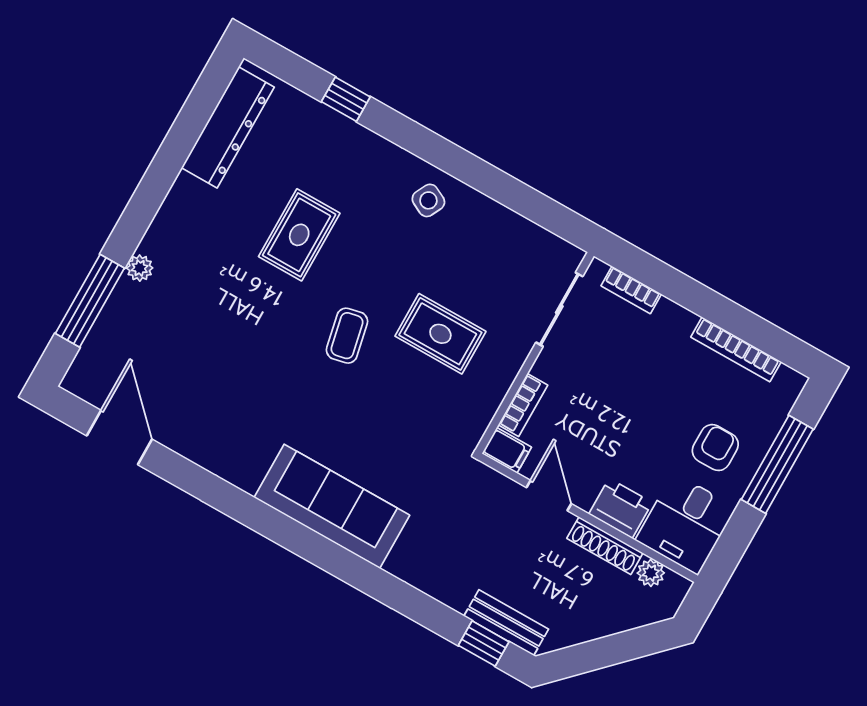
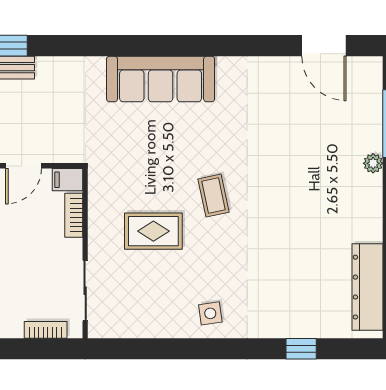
side table: (428, 200) -> (210, 313), turned -35
rug: (299, 235) -> (282, 243), removed
door: (549, 496) -> (24, 166), hinge flipped

